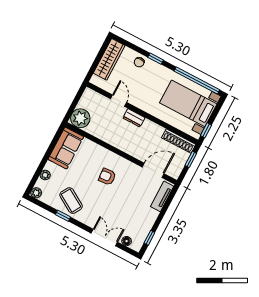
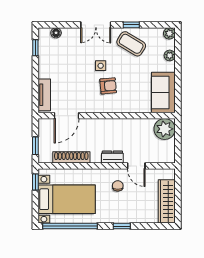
chair: (139, 62) -> (118, 186), moved
shoe rack: (179, 141) -> (71, 157), moved
side table: (105, 196) -> (101, 66), added
double door: (104, 238) -> (96, 25), moved

